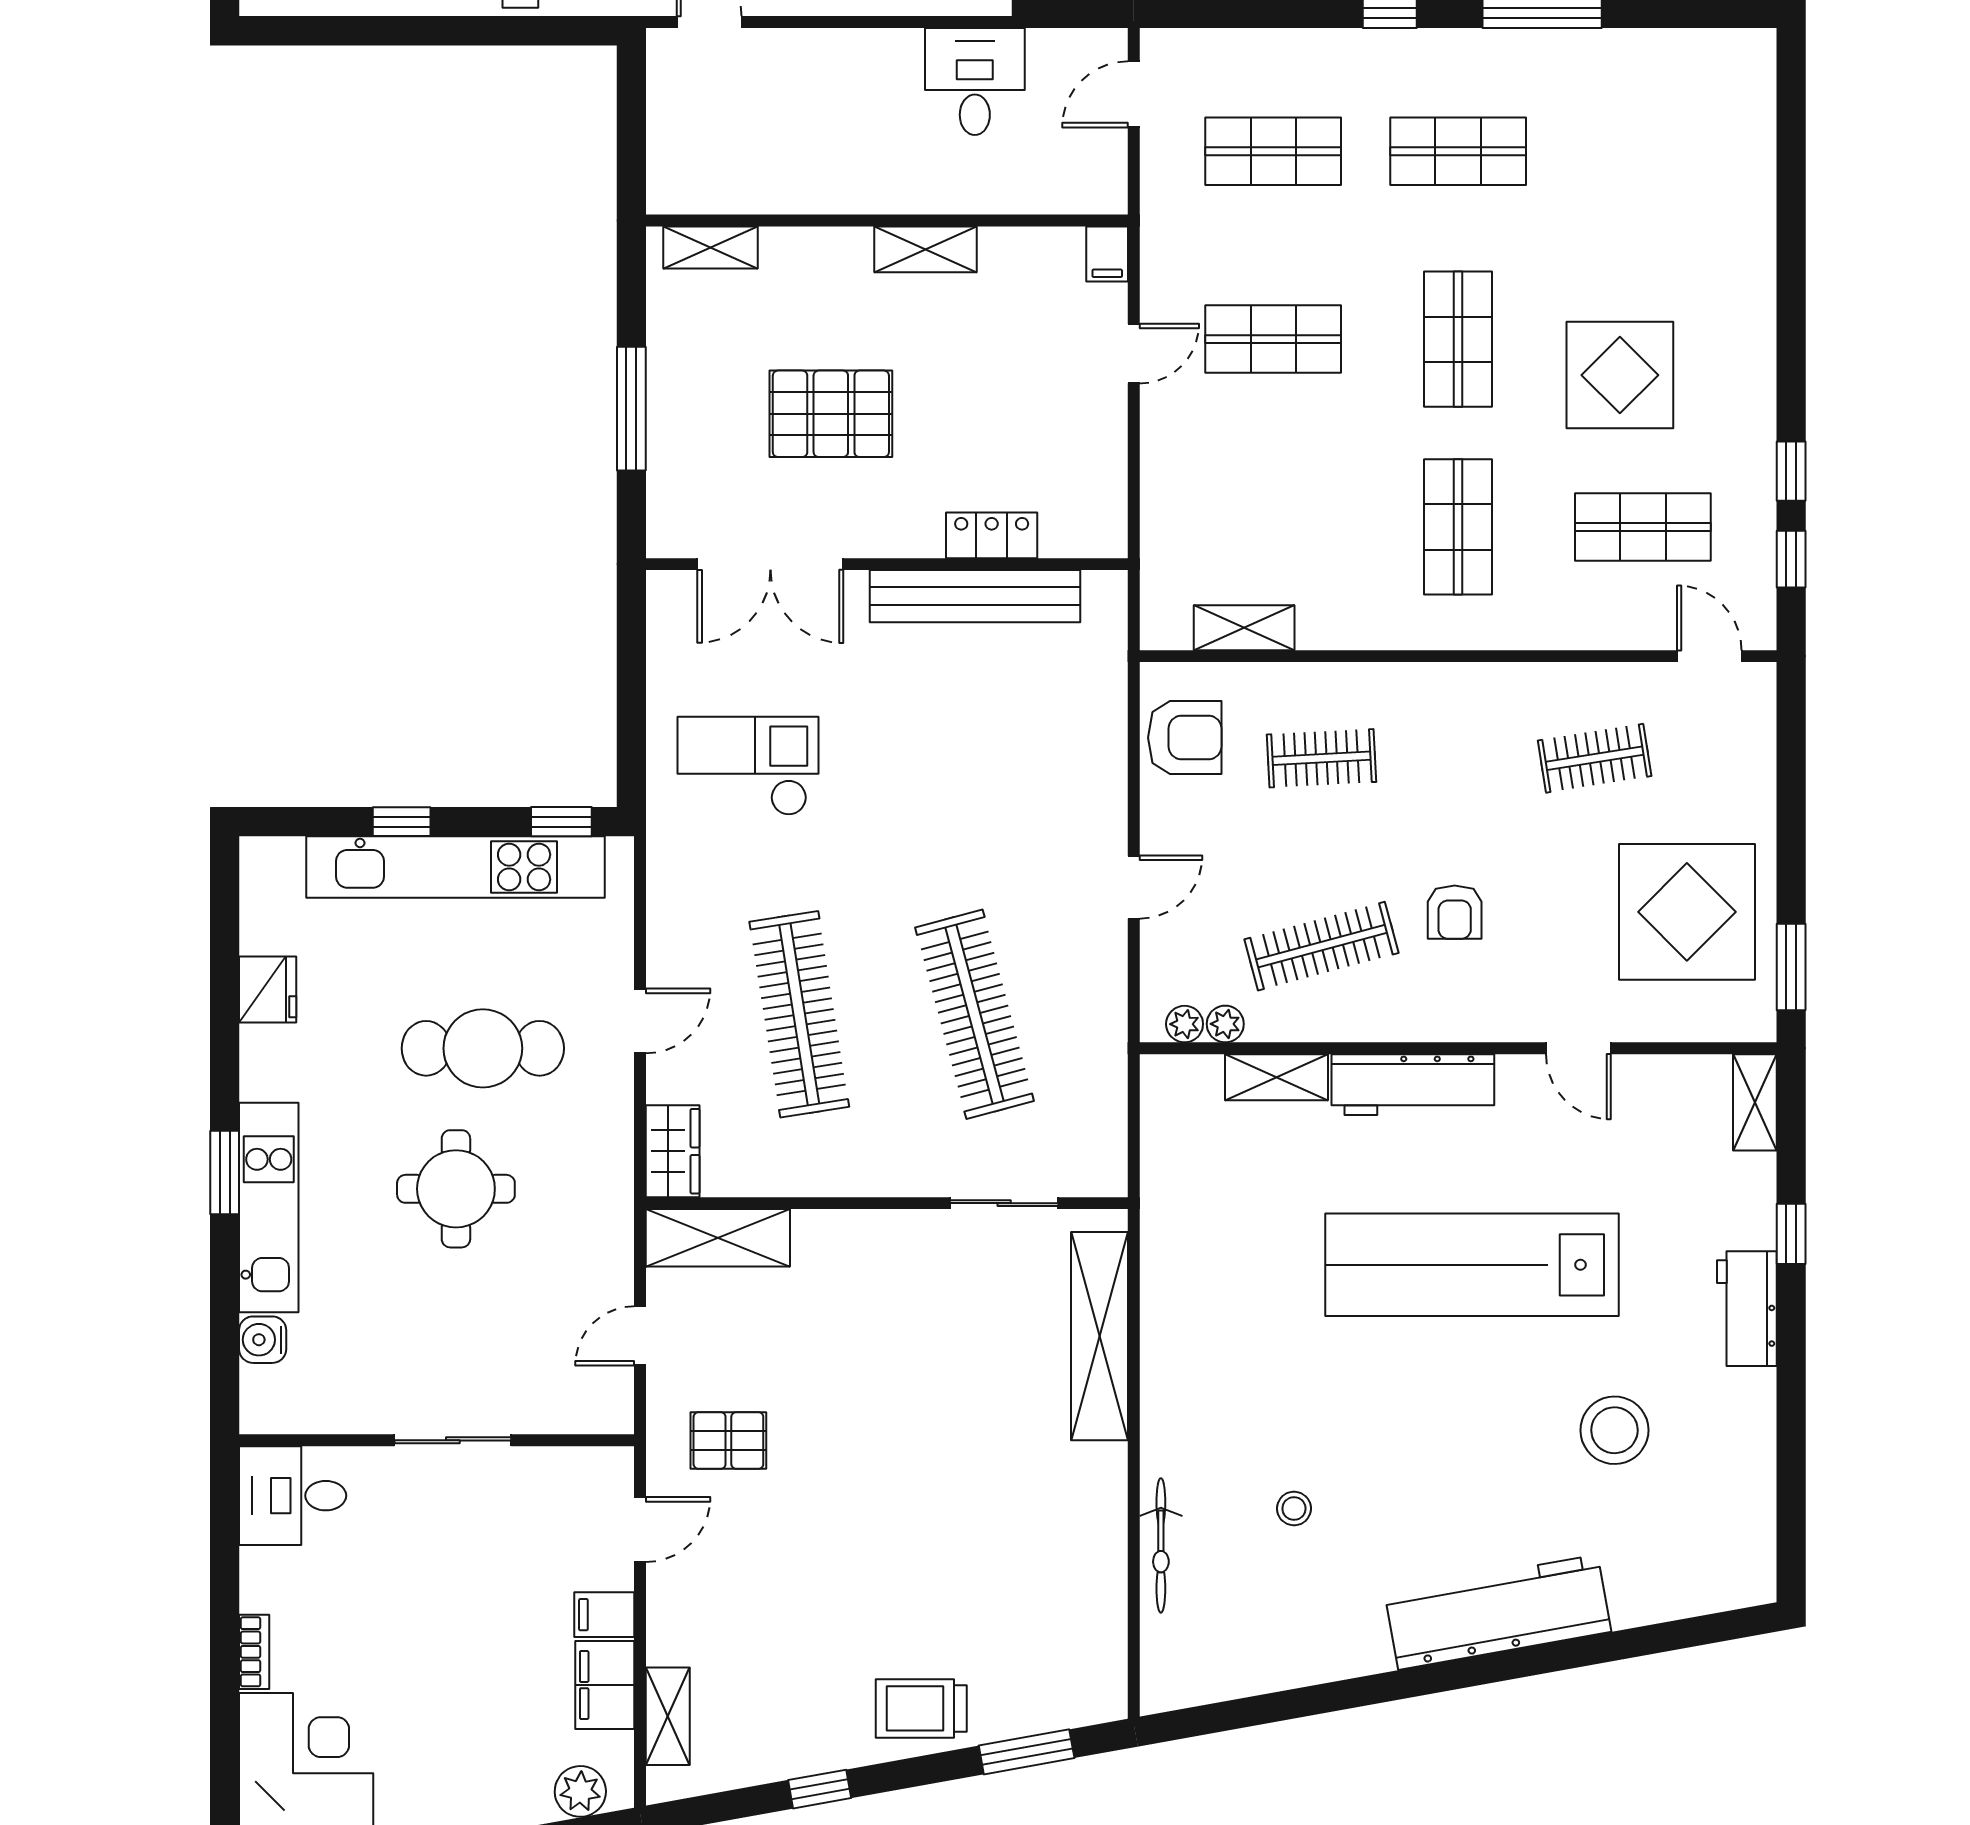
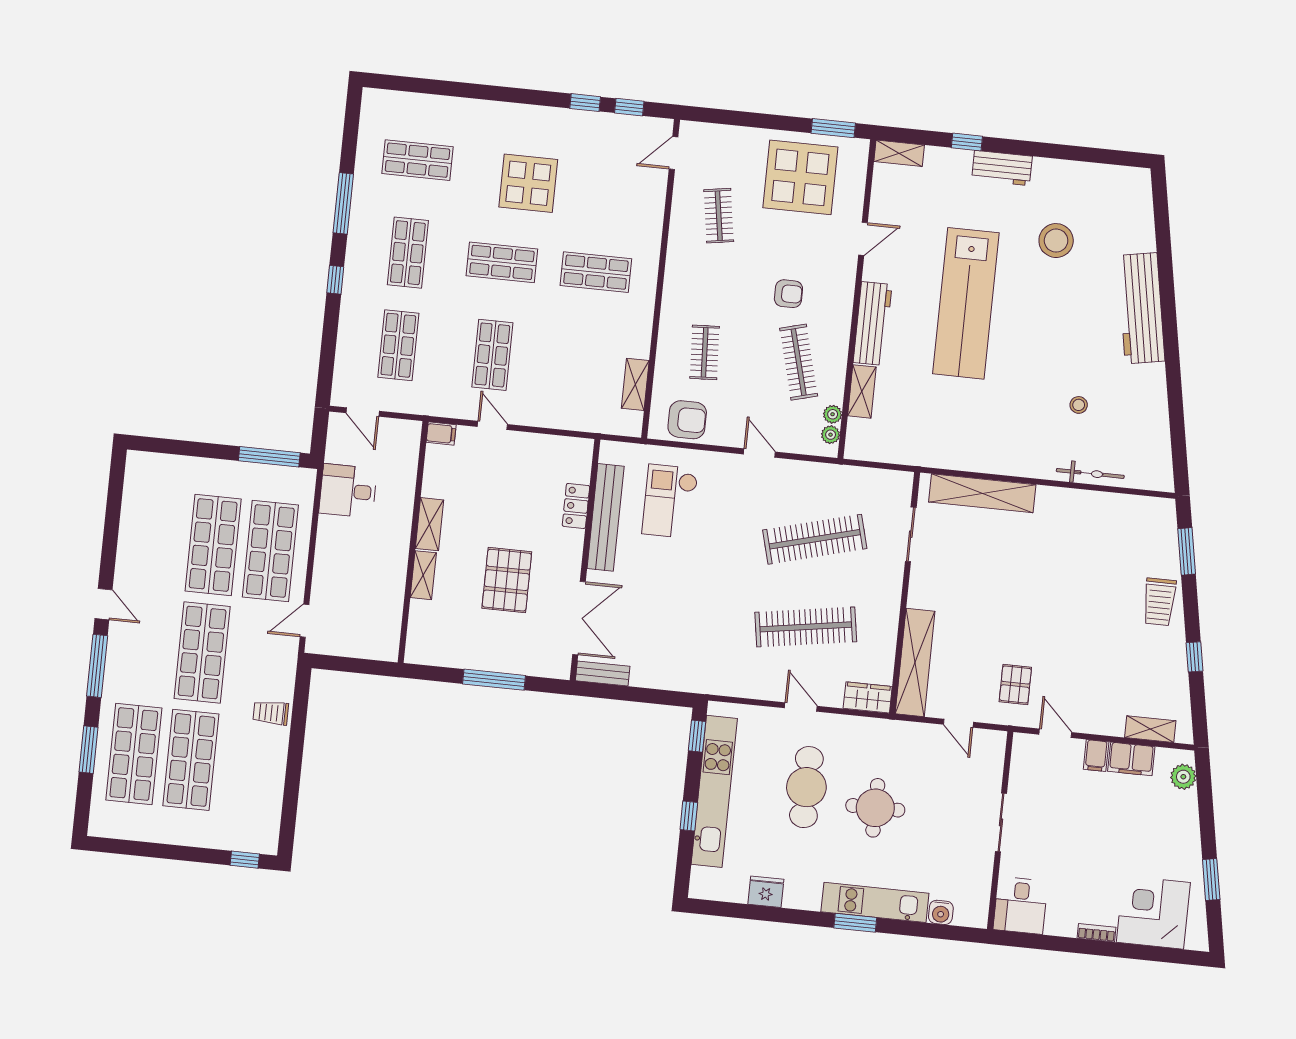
shelving: (710, 248) -> (423, 575), moved
shop shelf: (1643, 527) -> (417, 160), moved, turned 90
bench: (666, 622) -> (603, 673), added
armchair: (1185, 738) -> (687, 420), turned 90
checkout: (748, 766) -> (670, 501), moved
shelving: (718, 1238) -> (915, 662), width x1.47

